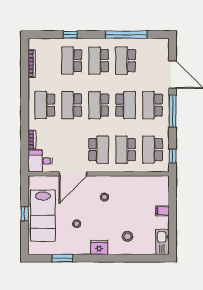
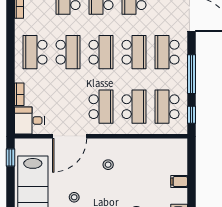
school desk: (72, 105) -> (68, 52), turned 180
school desk: (99, 105) -> (101, 52), turned 180
window: (173, 111) -> (191, 74), moved
school desk: (126, 150) -> (134, 107), turned 180
window: (25, 214) -> (11, 158), moved

